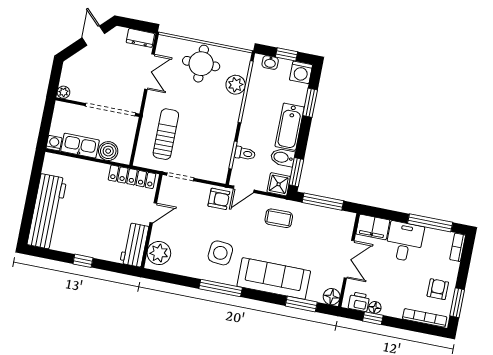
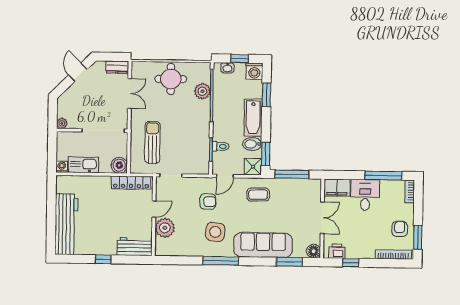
boiler: (108, 151) -> (119, 165), moved
armchair: (219, 199) -> (208, 202), moved
workbench: (134, 245) -> (135, 247), moved, turned 90
plant: (159, 253) -> (165, 228), moved
floor lamp: (375, 307) -> (351, 254), removed

